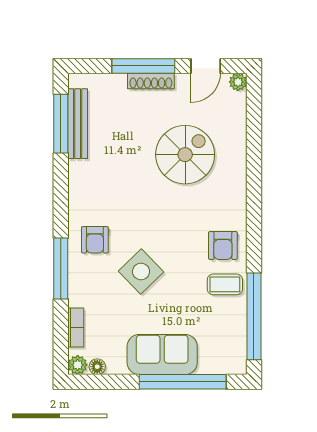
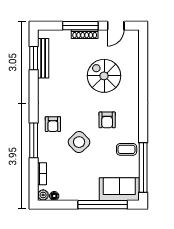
plant: (238, 82) -> (134, 35), removed
window: (61, 124) -> (34, 58), width x0.69
spiral stairs: (185, 155) -> (104, 76), turned -90
armchair: (223, 246) -> (107, 120), moved
sofa: (162, 354) -> (119, 189), moved

